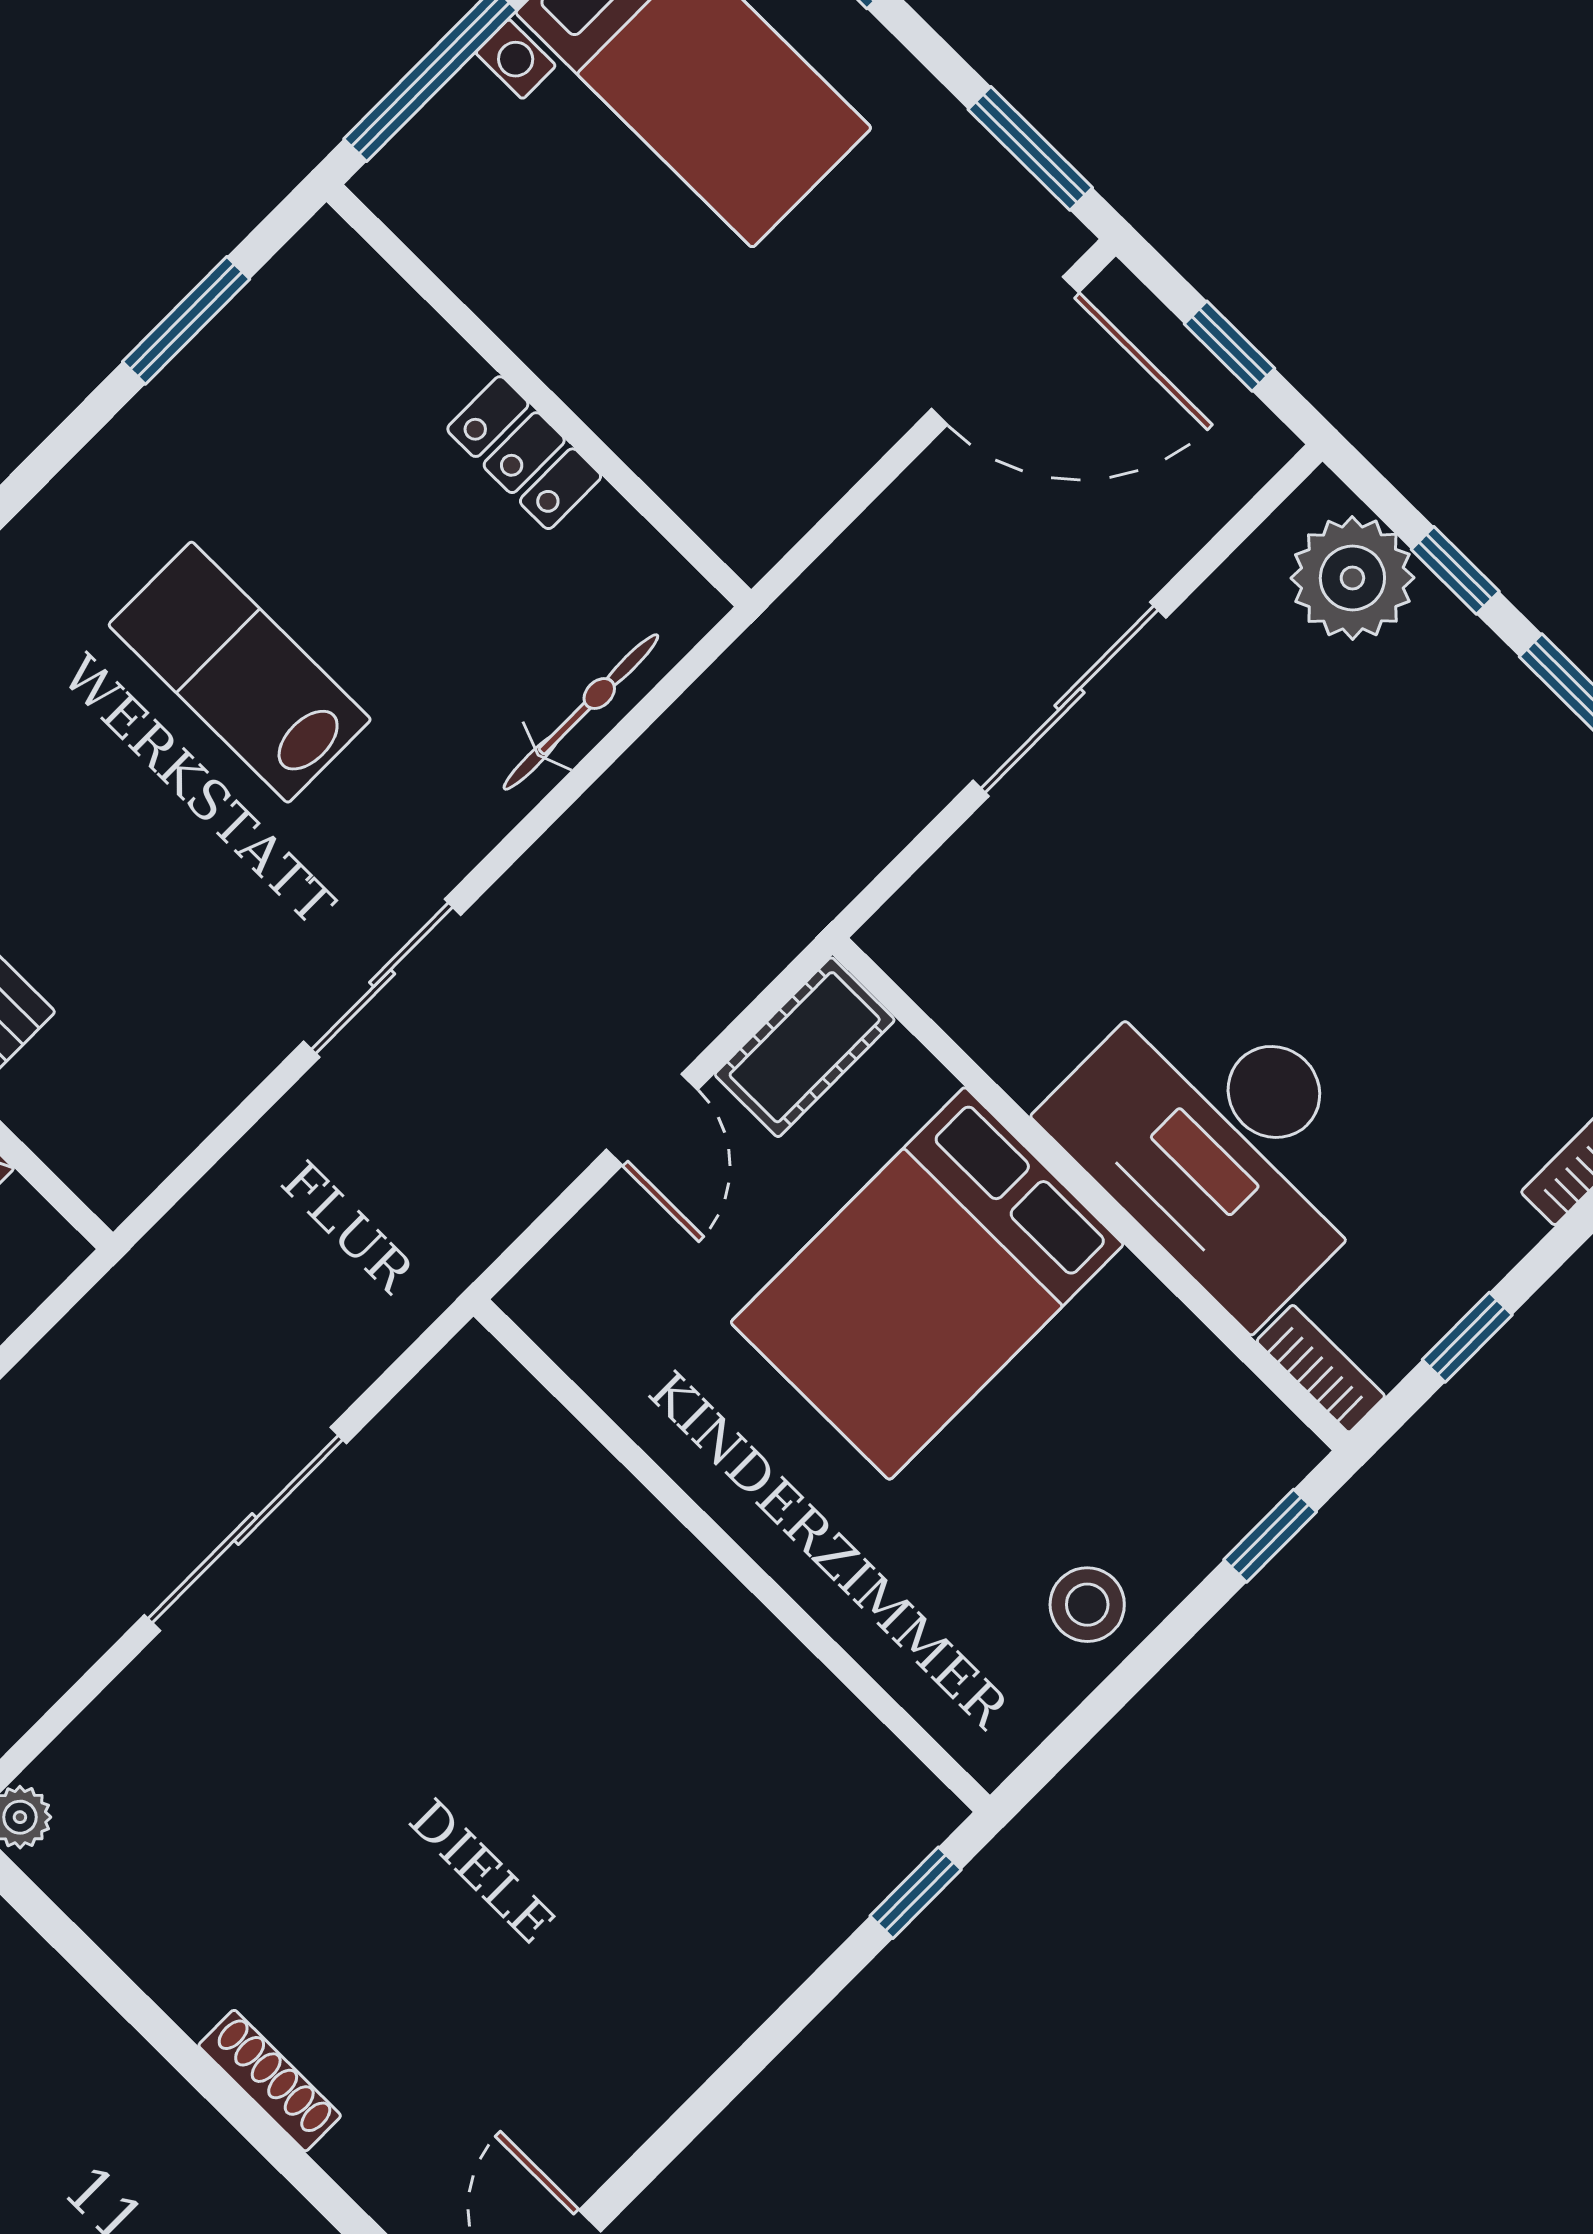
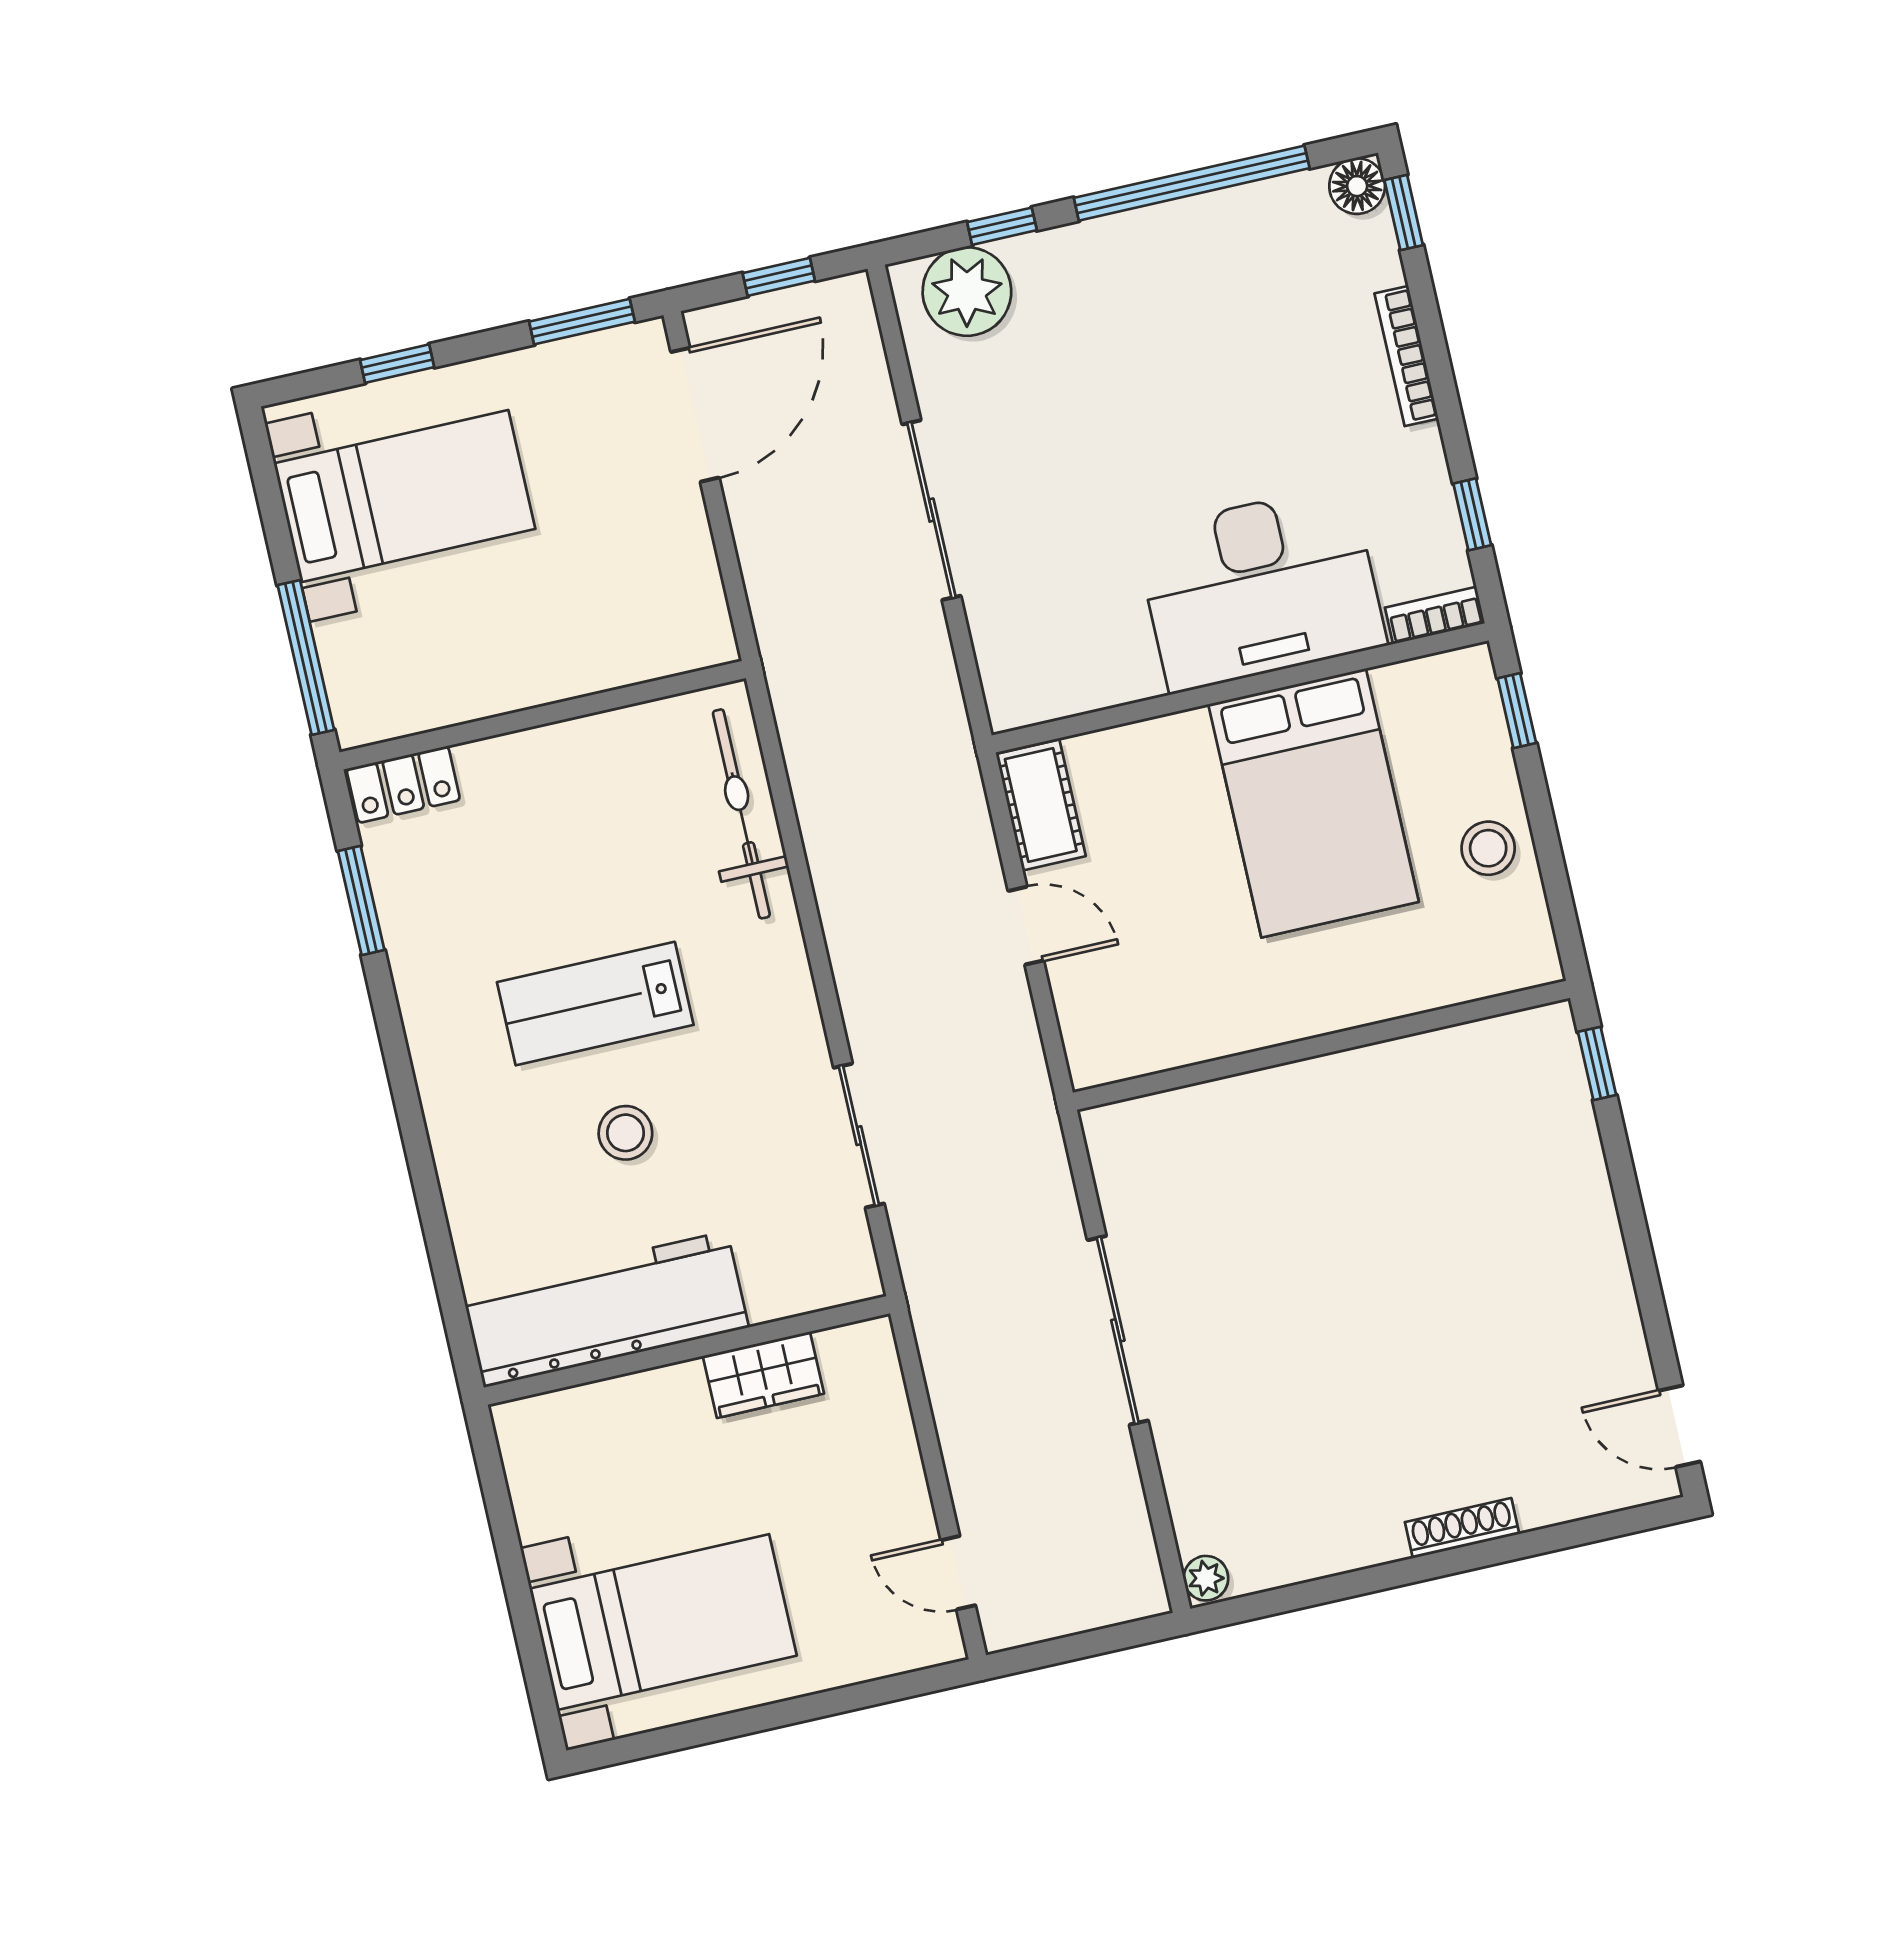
locker: (524, 453) -> (403, 784), moved
bicycle: (581, 712) -> (741, 814), width x1.37, depth x1.40
stool: (110, 804) -> (625, 1133), added
sliding door: (382, 978) -> (859, 1136), moved
bed: (927, 1283) -> (1314, 803), moved

